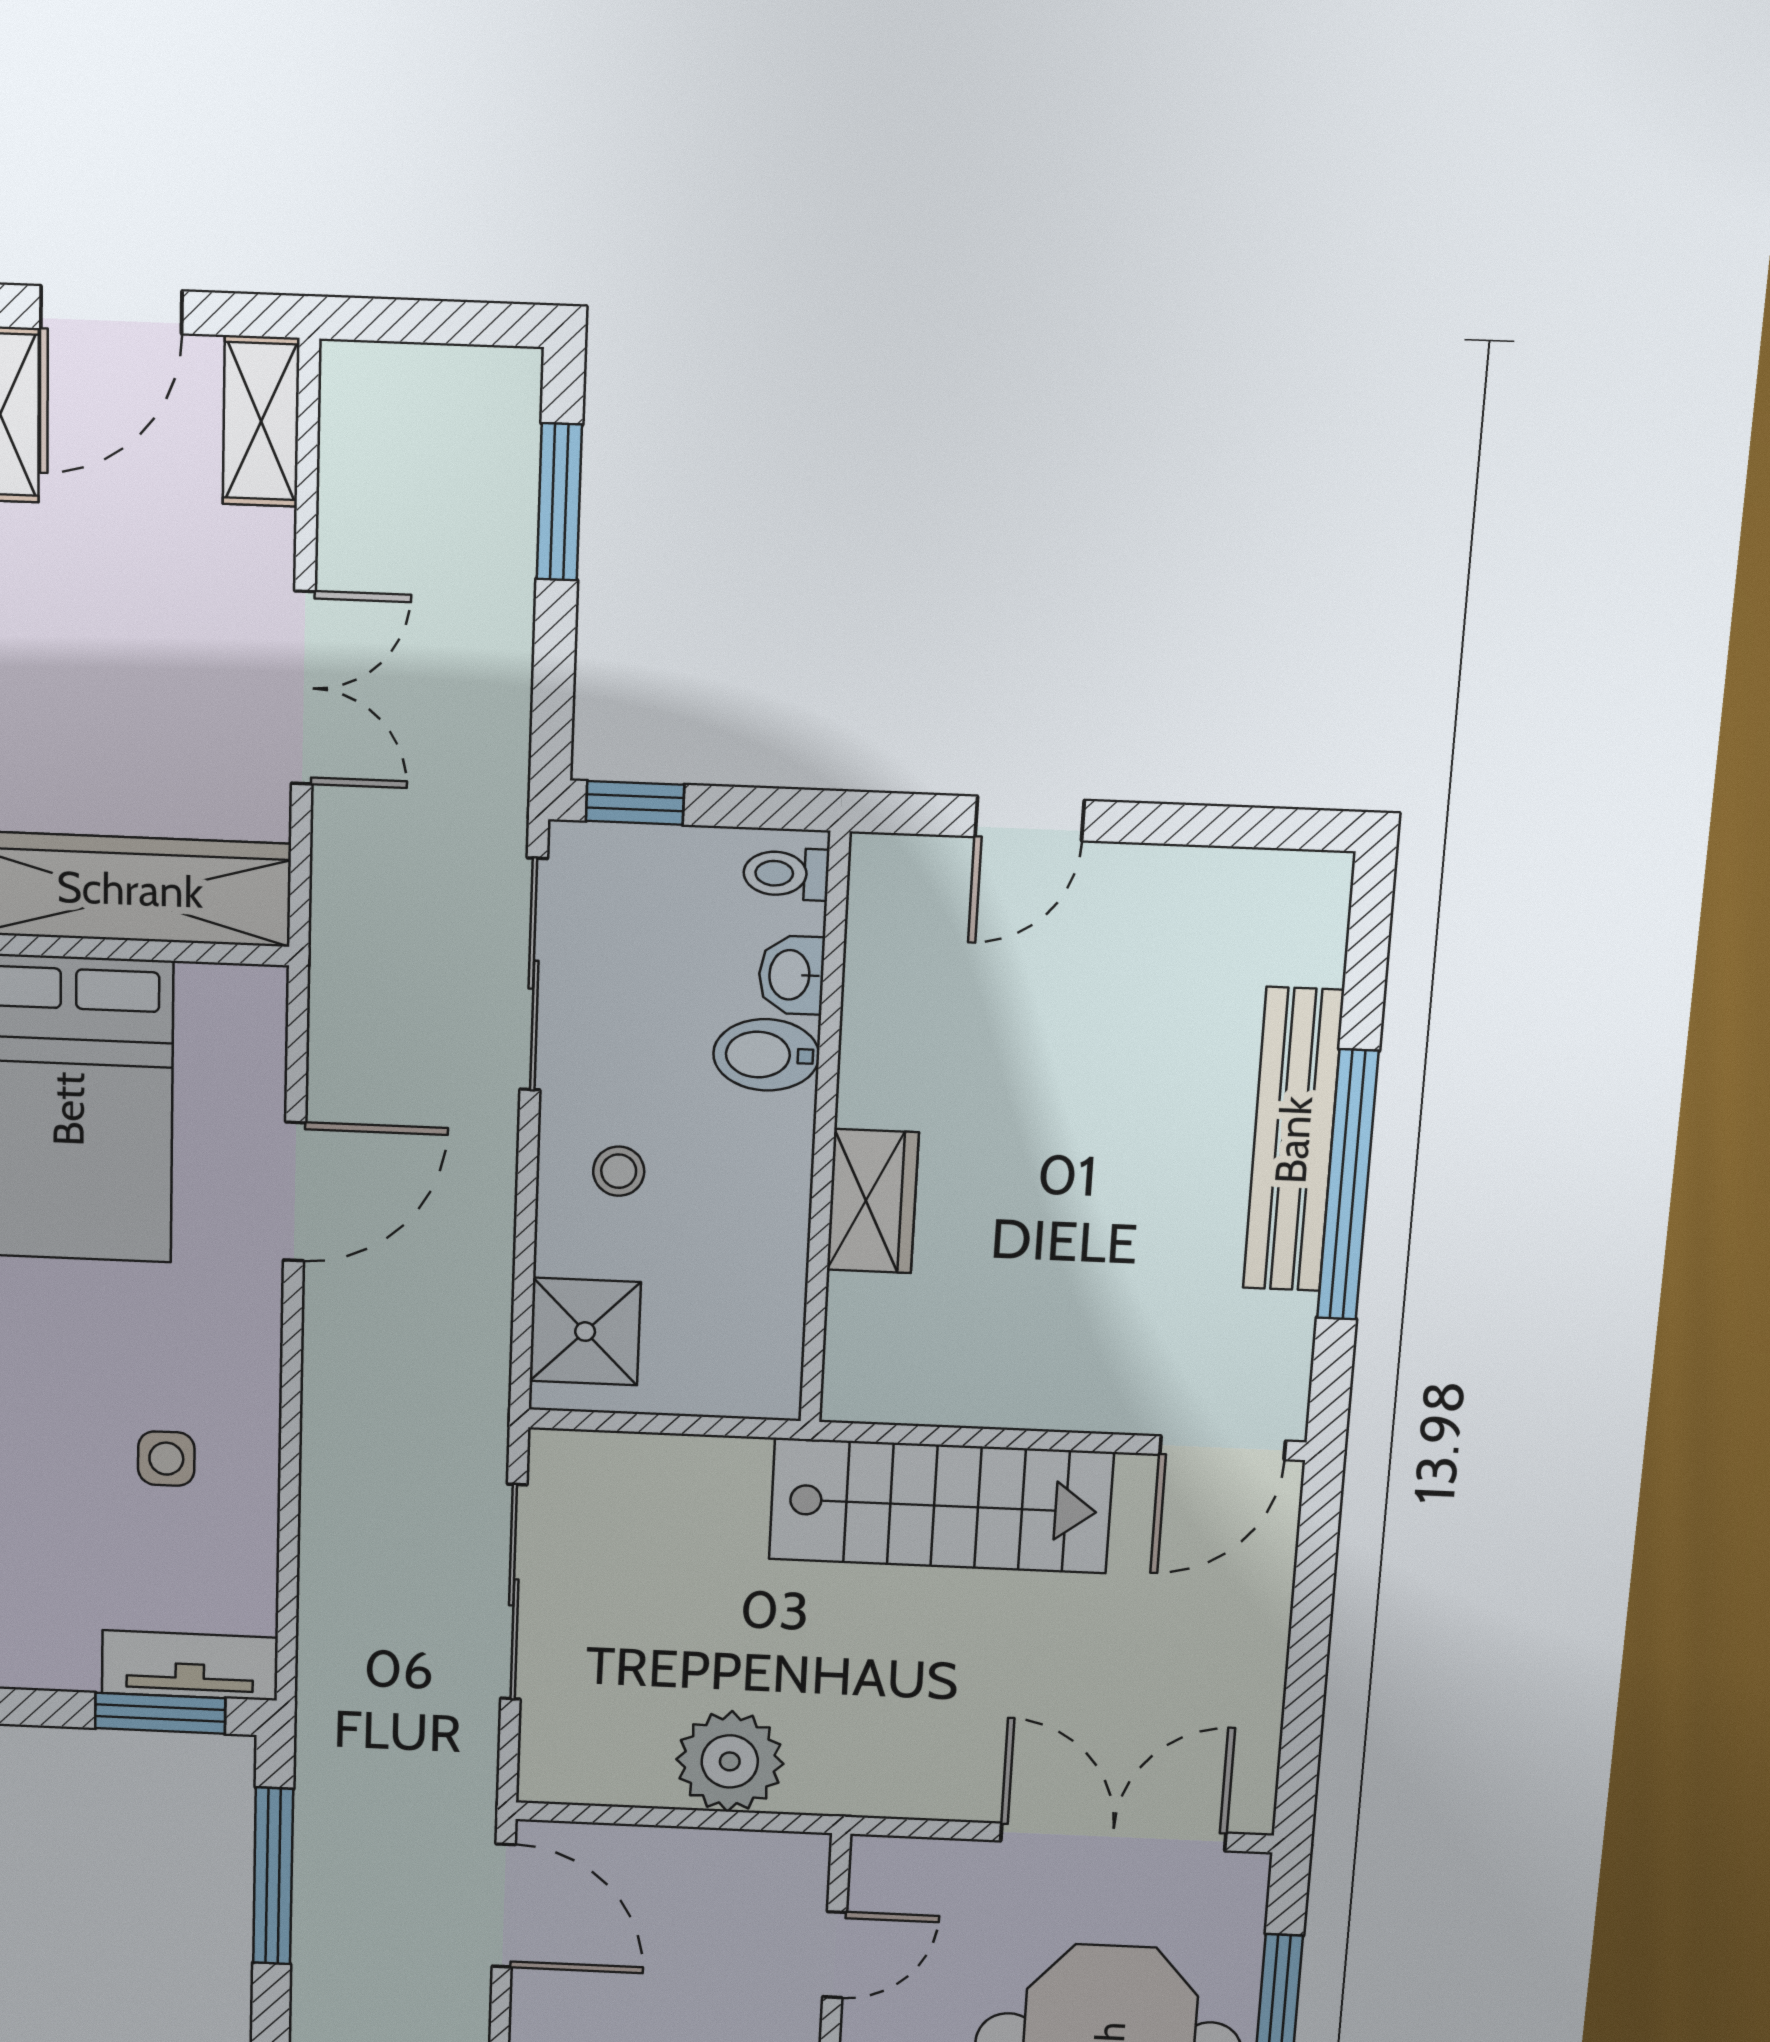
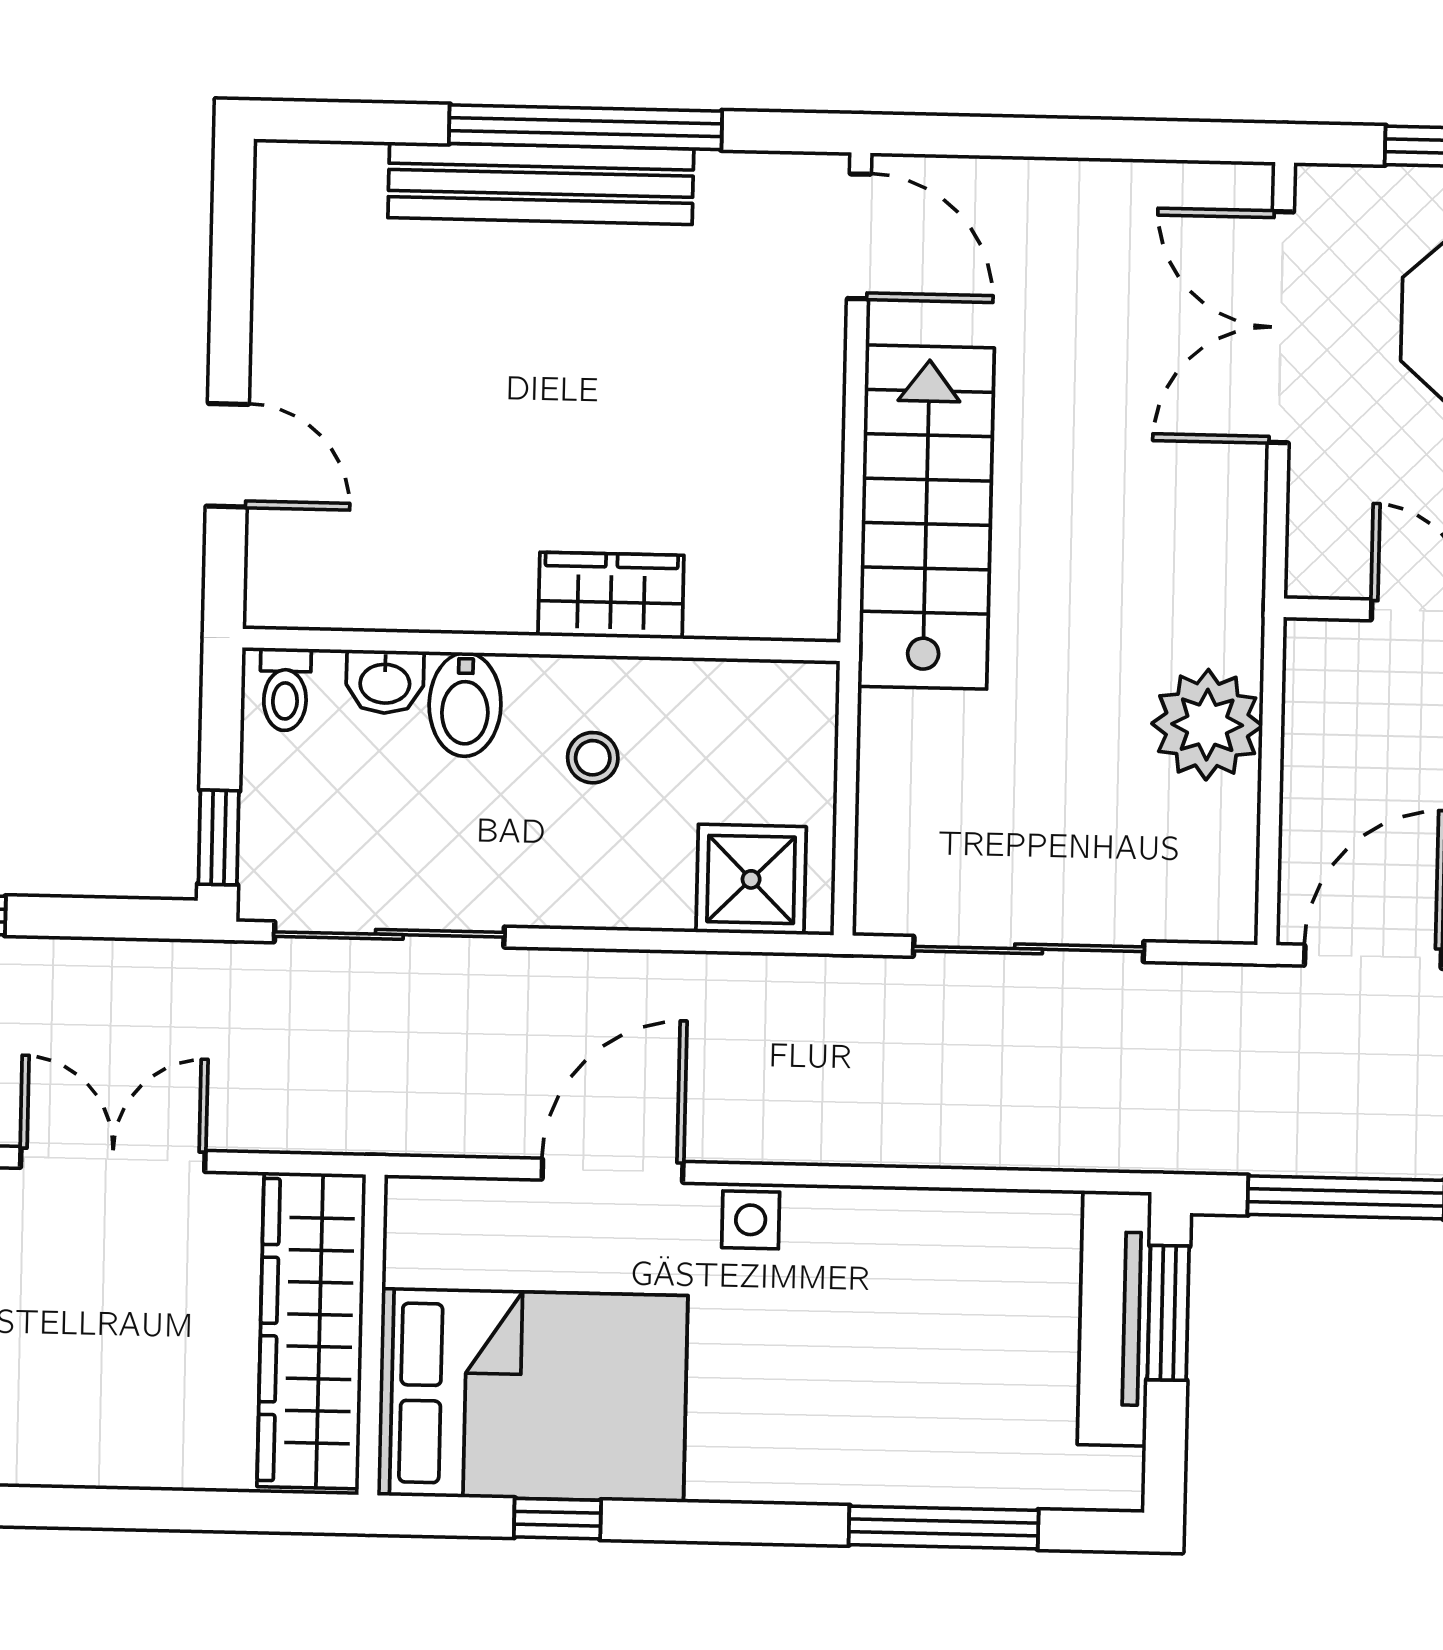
stool: (619, 1171) -> (593, 758), moved
door: (295, 1192) -> (613, 1171), hinge flipped
side table: (166, 1459) -> (751, 1220), moved
tv unit: (190, 1665) -> (1114, 1318), width x1.41

